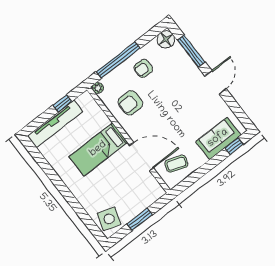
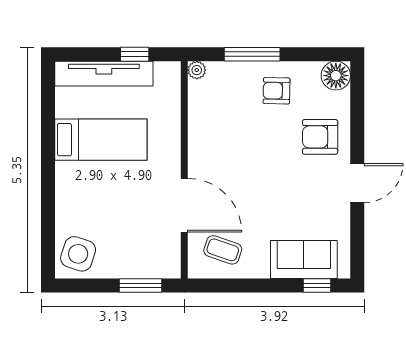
window: (191, 51) -> (357, 117), removed
window: (118, 60) -> (252, 54), width x0.68
armchair: (130, 103) -> (320, 137), moved
bed: (98, 149) -> (101, 140), moved, turned 180
window: (140, 219) -> (141, 286), moved

